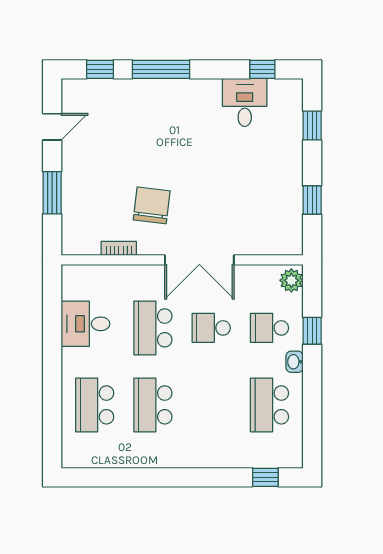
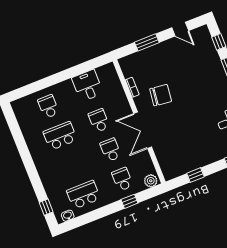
school desk: (153, 328) -> (99, 120), width x0.54
washbasin: (295, 362) -> (68, 216), moved
school desk: (95, 405) -> (48, 106), width x0.54

